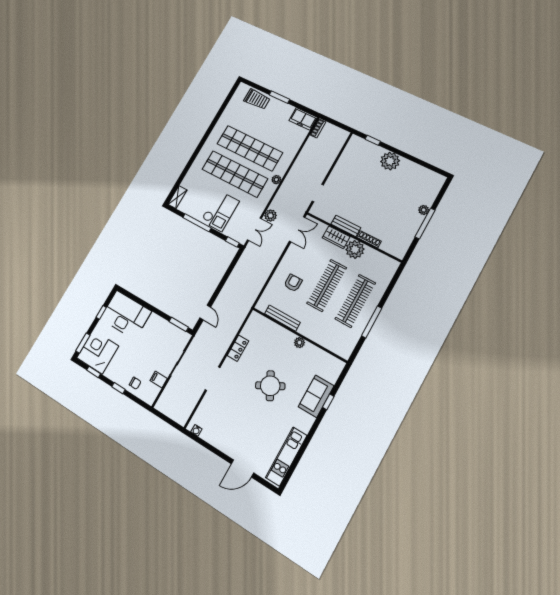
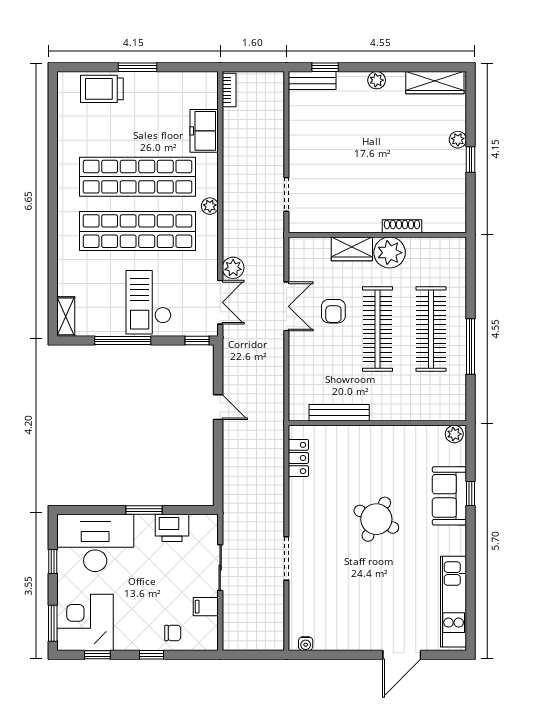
trolley: (257, 99) -> (102, 89), turned 180
freezer: (303, 119) -> (204, 131), moved, turned 90
plant: (390, 161) -> (377, 80), width x0.53, depth x0.53
wardrobe: (427, 175) -> (435, 83), added
checkout: (220, 211) -> (149, 302), turned 180
window: (425, 224) -> (470, 159), width x0.46
bench: (346, 226) -> (312, 81), moved
double door: (297, 229) -> (286, 306), moved
armchair: (293, 283) -> (333, 311), moved, turned 180
door: (205, 312) -> (218, 407), moved
window: (179, 324) -> (144, 510), moved
printer: (166, 329) -> (172, 528), added
plant: (299, 343) -> (454, 434), moved
locker: (238, 348) -> (298, 458), moved
round table: (270, 386) -> (376, 519), turned -35

